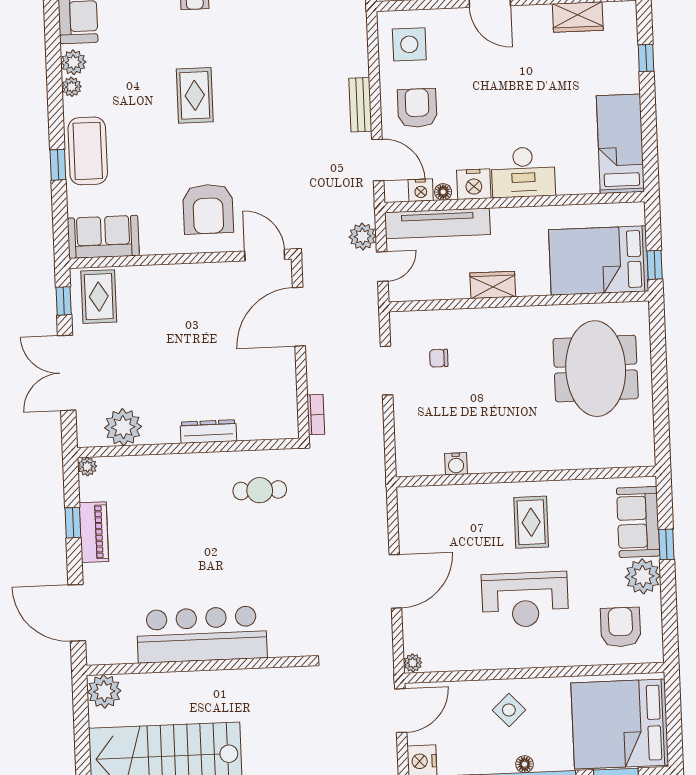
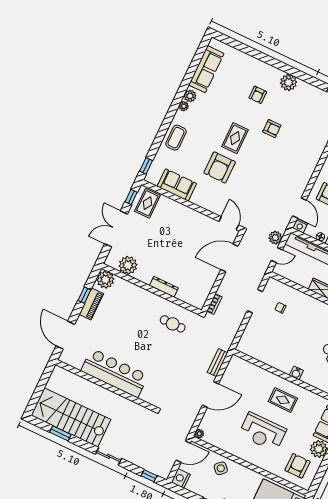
armchair: (252, 43) -> (272, 129), added
bench: (360, 105) -> (217, 363), moved
coffee table: (88, 151) -> (176, 138), width x0.73, depth x0.76
window: (58, 165) -> (146, 166), moved
nightstand: (421, 190) -> (300, 226), moved
armchair: (208, 209) -> (220, 167), moved
sofa: (103, 237) -> (177, 185), moved
water cooler: (456, 464) -> (296, 373), moved
plant: (87, 467) -> (105, 280), width x1.87, depth x1.87
rug: (531, 522) -> (283, 400), turned 90
plant: (104, 691) -> (59, 375), removed
side table: (509, 710) -> (221, 468), moved

